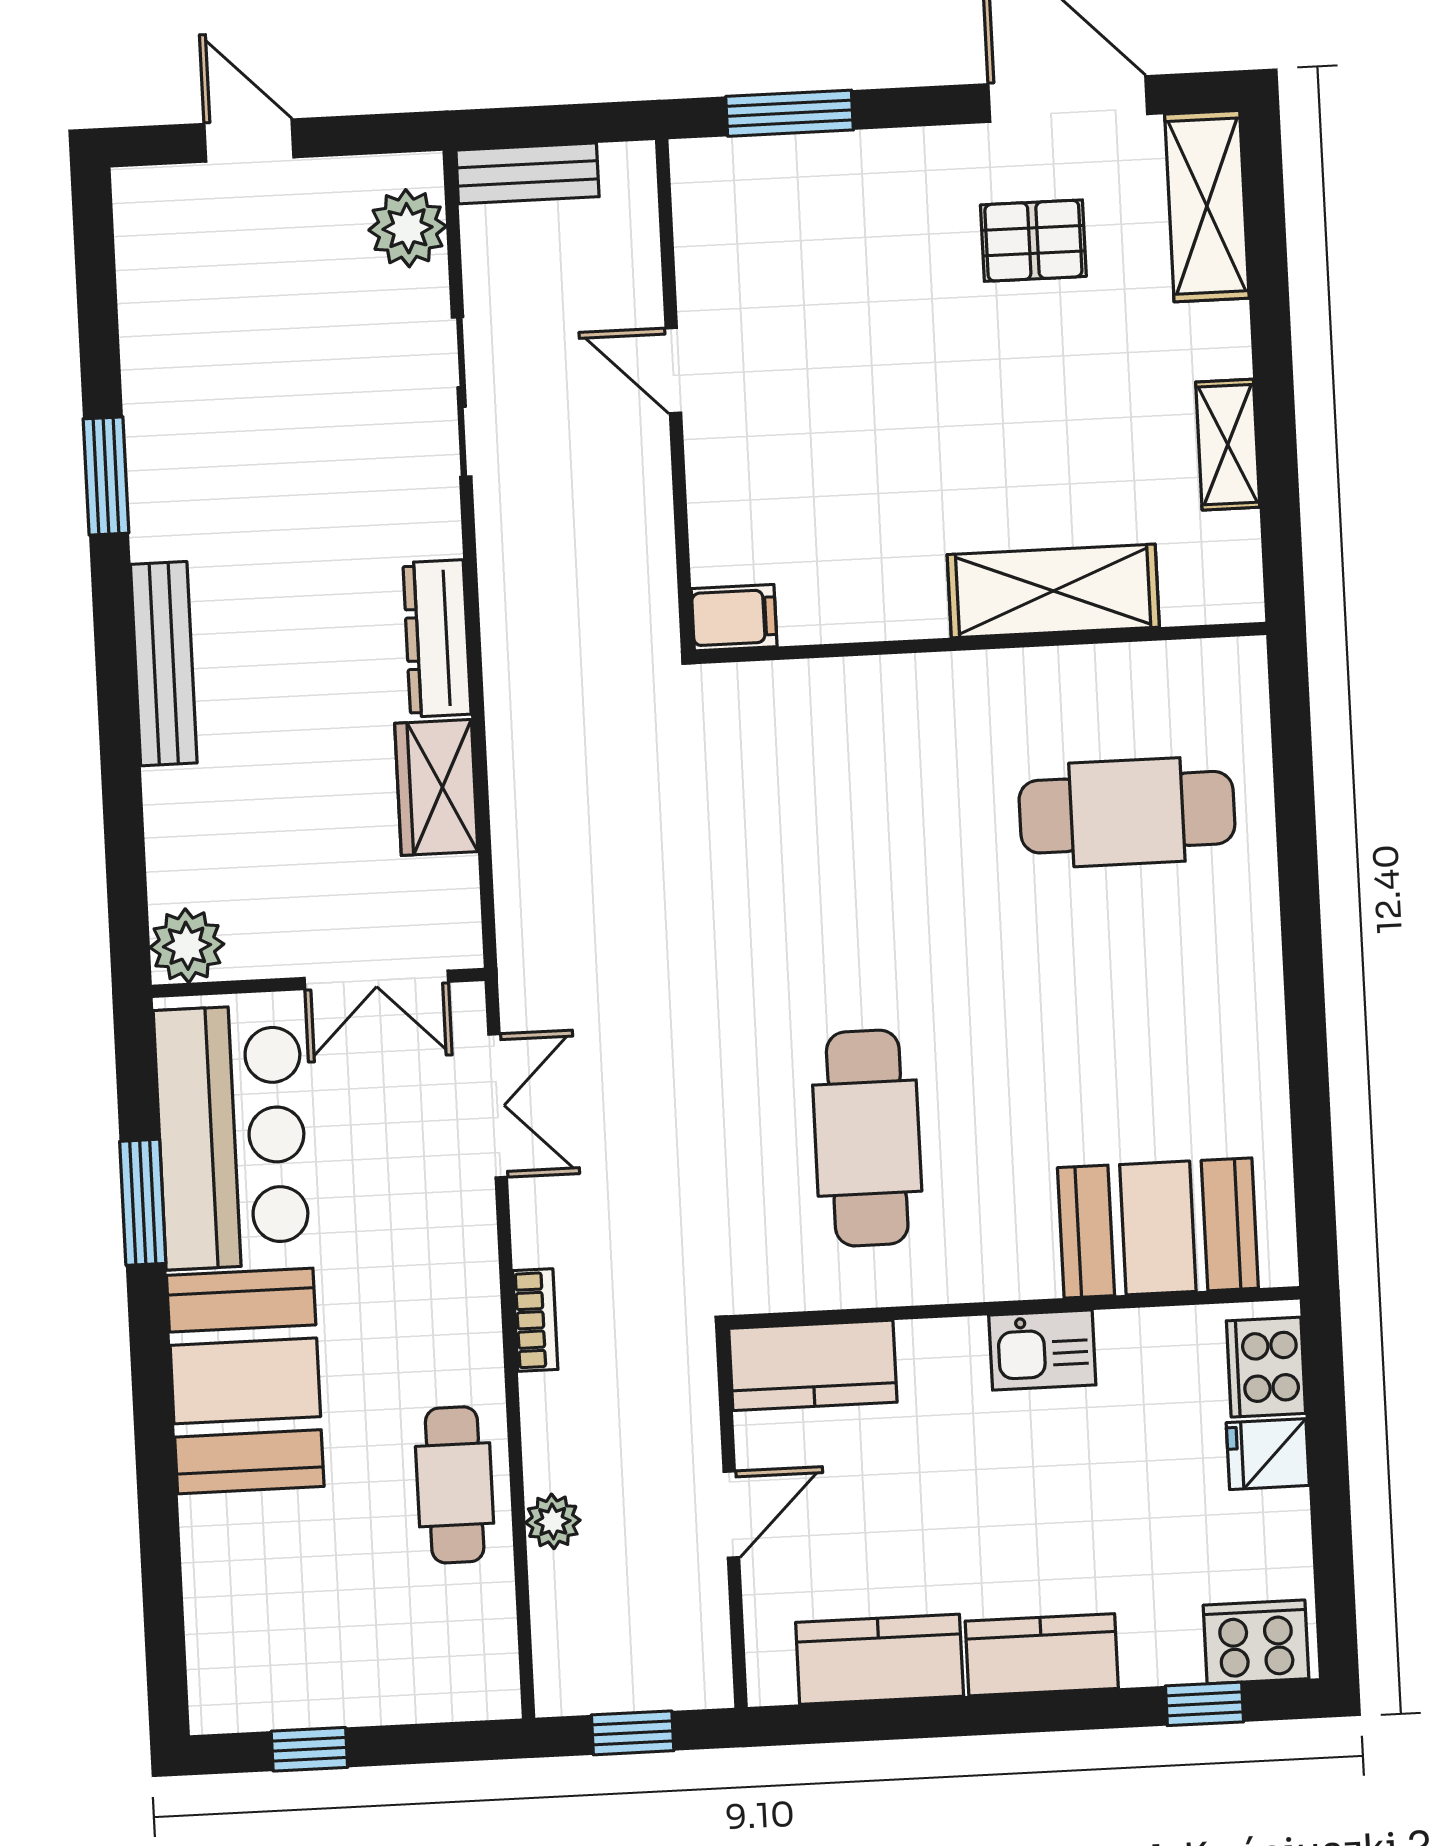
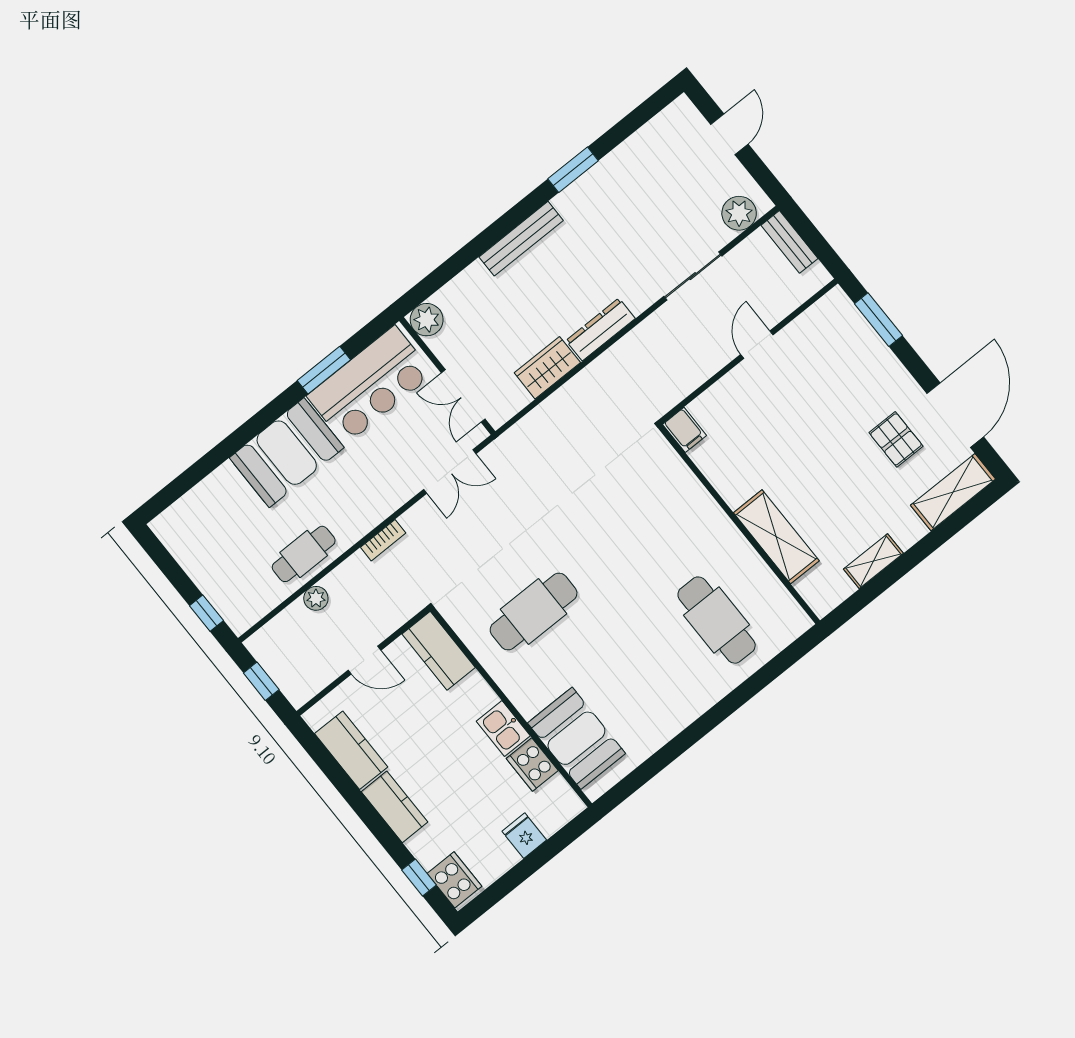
cooker: (1266, 1367) -> (532, 765), moved, turned -90
window: (309, 1749) -> (206, 613), moved

